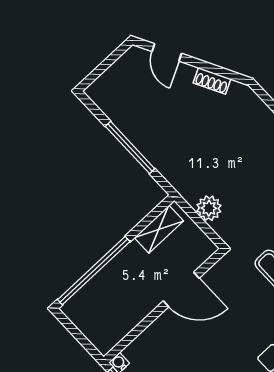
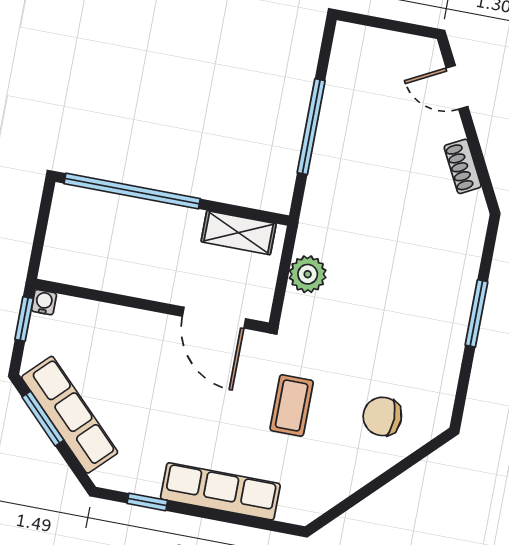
door: (167, 52) -> (457, 87), hinge flipped
door: (181, 290) -> (214, 318), moved

